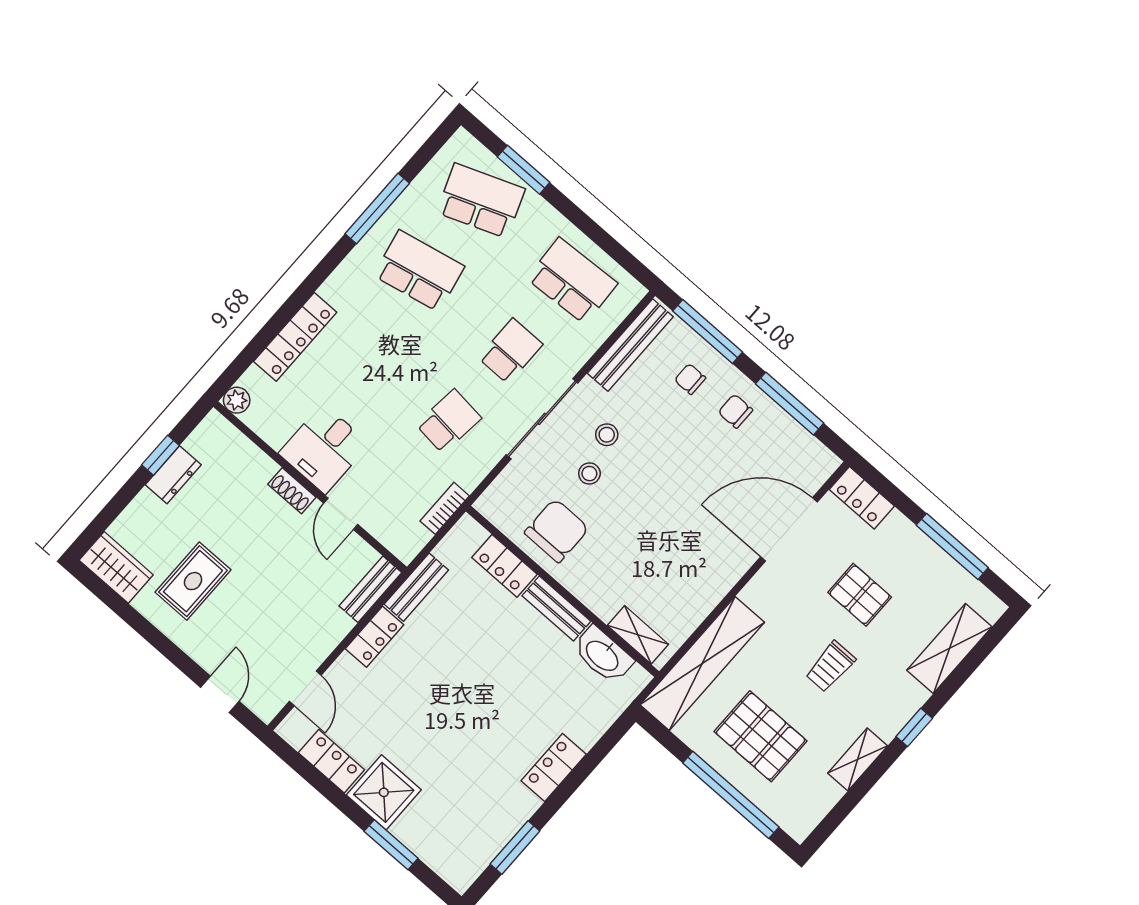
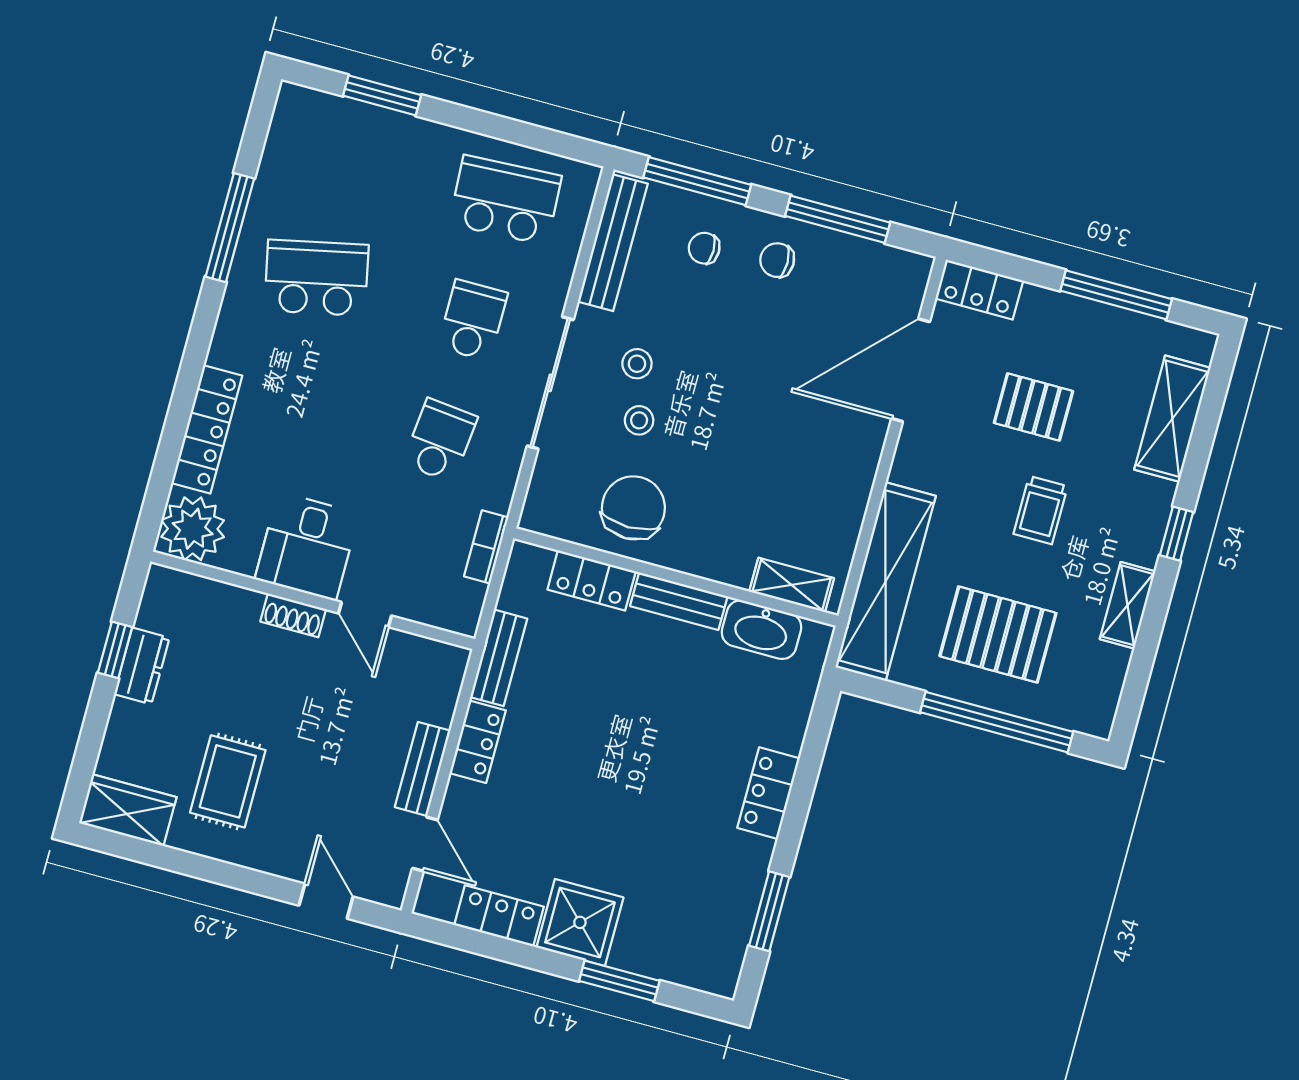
school desk: (481, 201) -> (349, 158), removed
plant: (237, 400) -> (193, 529), width x1.87, depth x1.87
bench: (370, 589) -> (423, 769), moved

